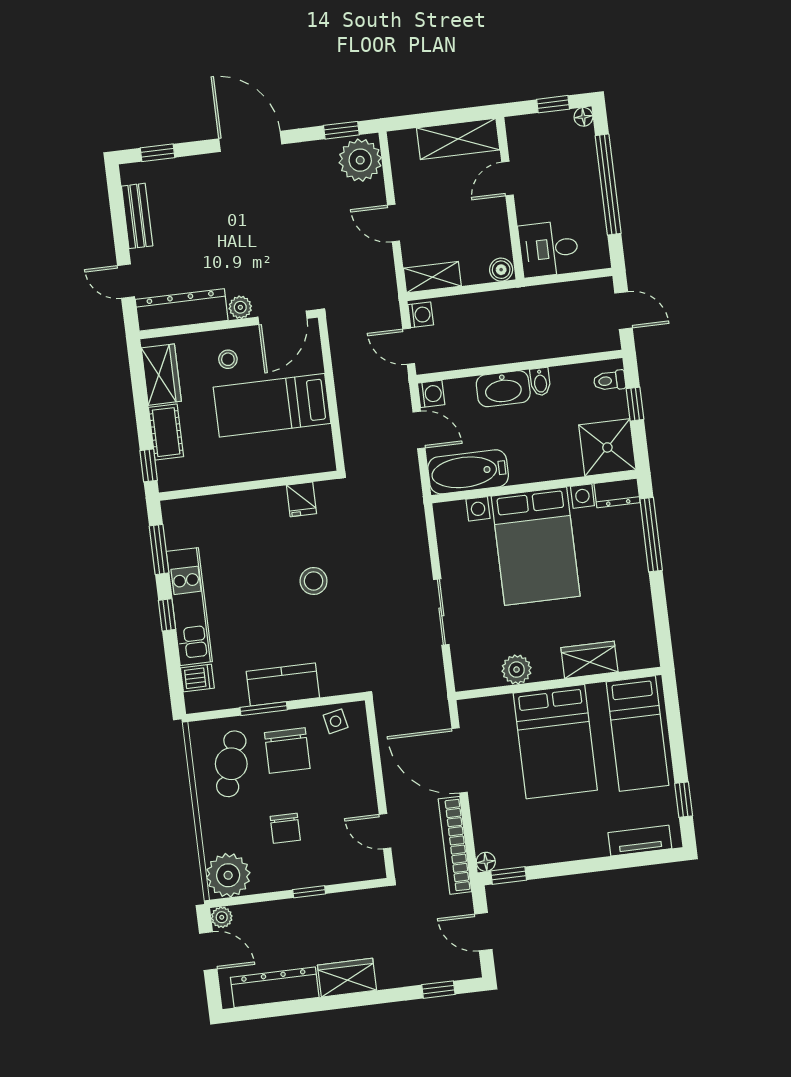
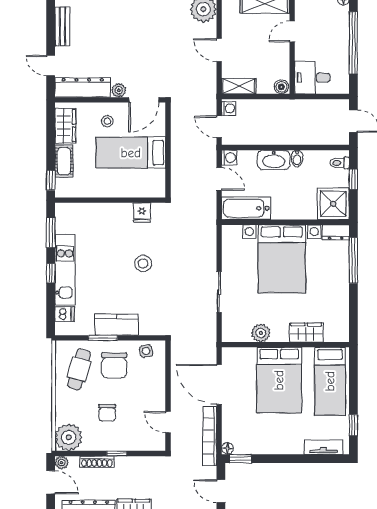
shoe rack: (278, 909) -> (97, 462), added

